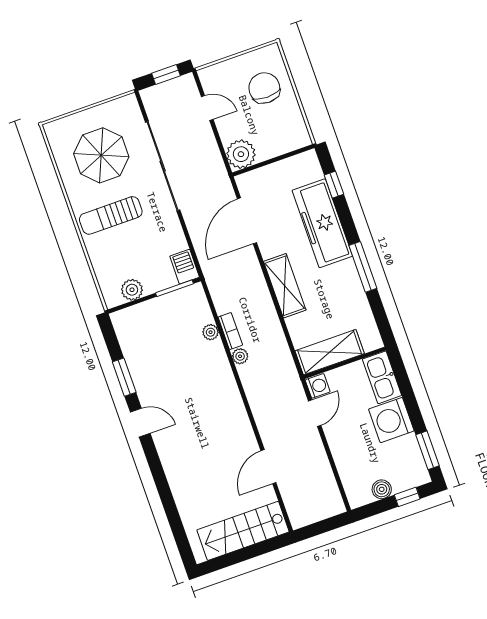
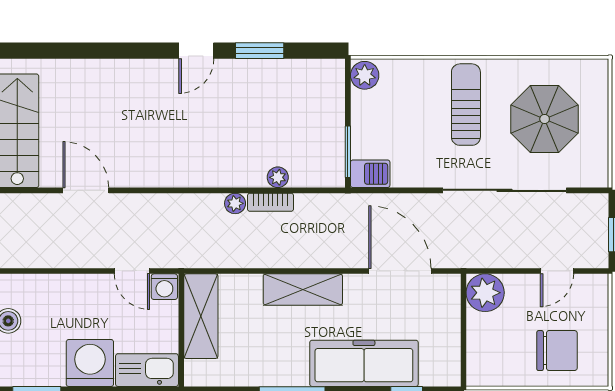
plant: (132, 290) -> (365, 75), moved

